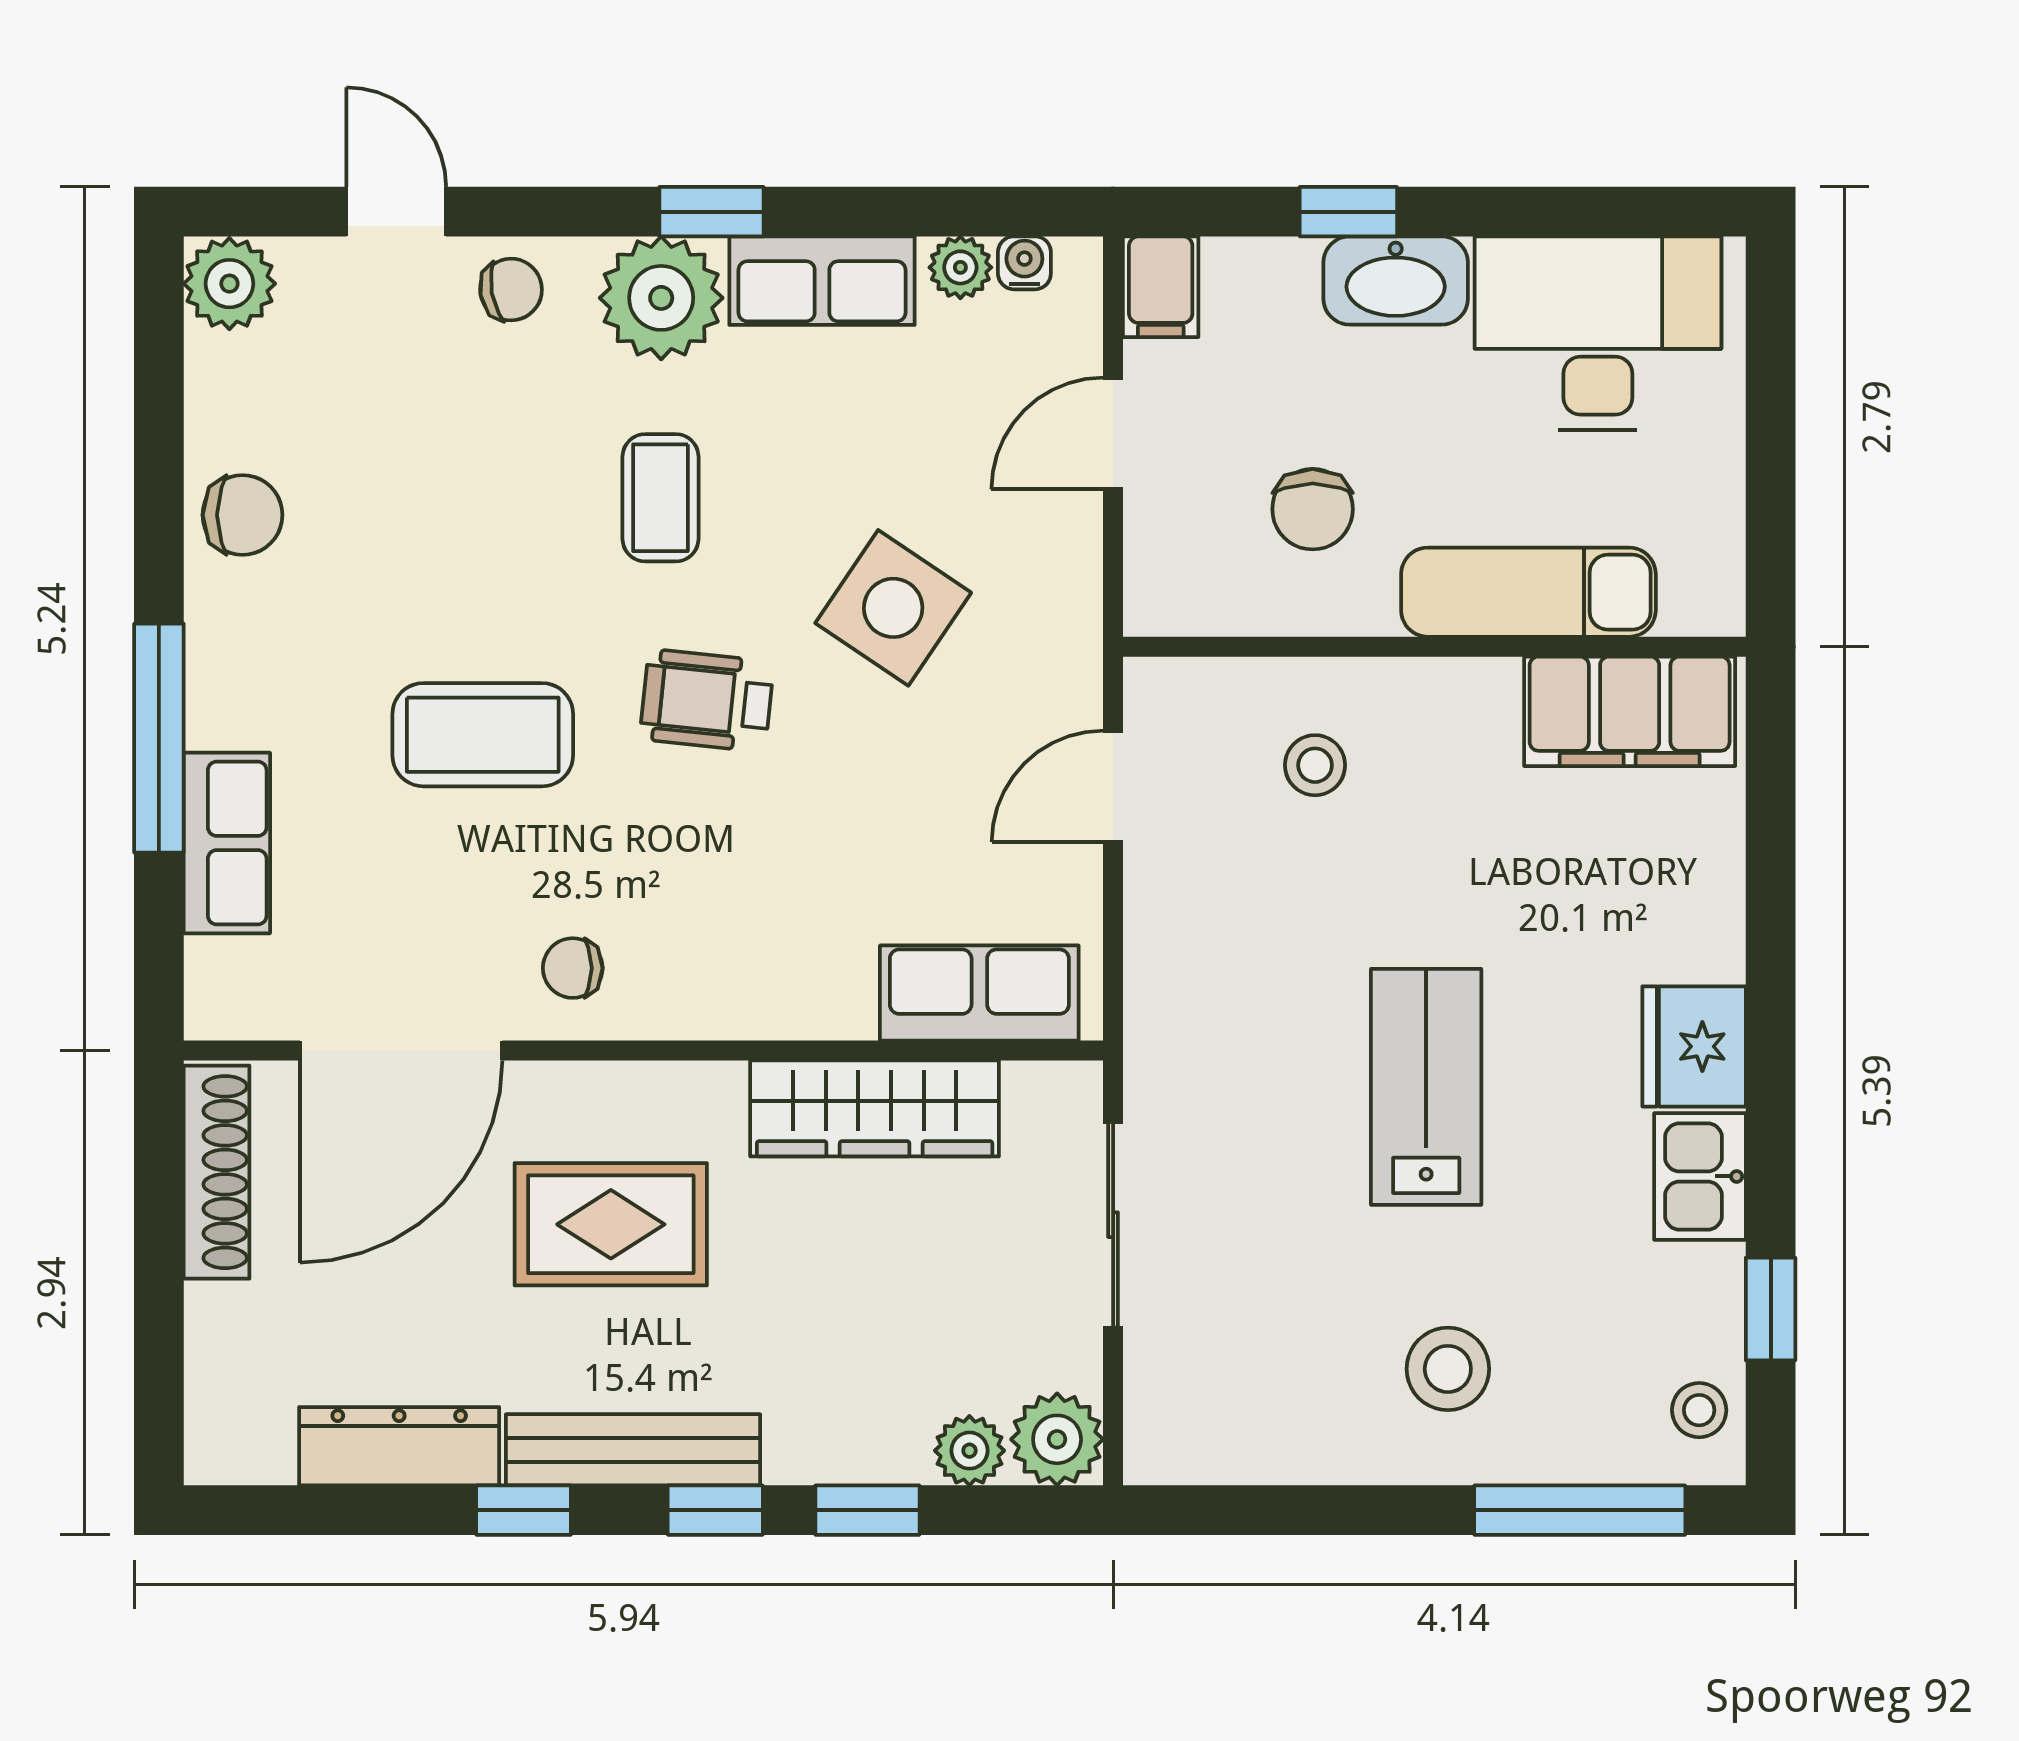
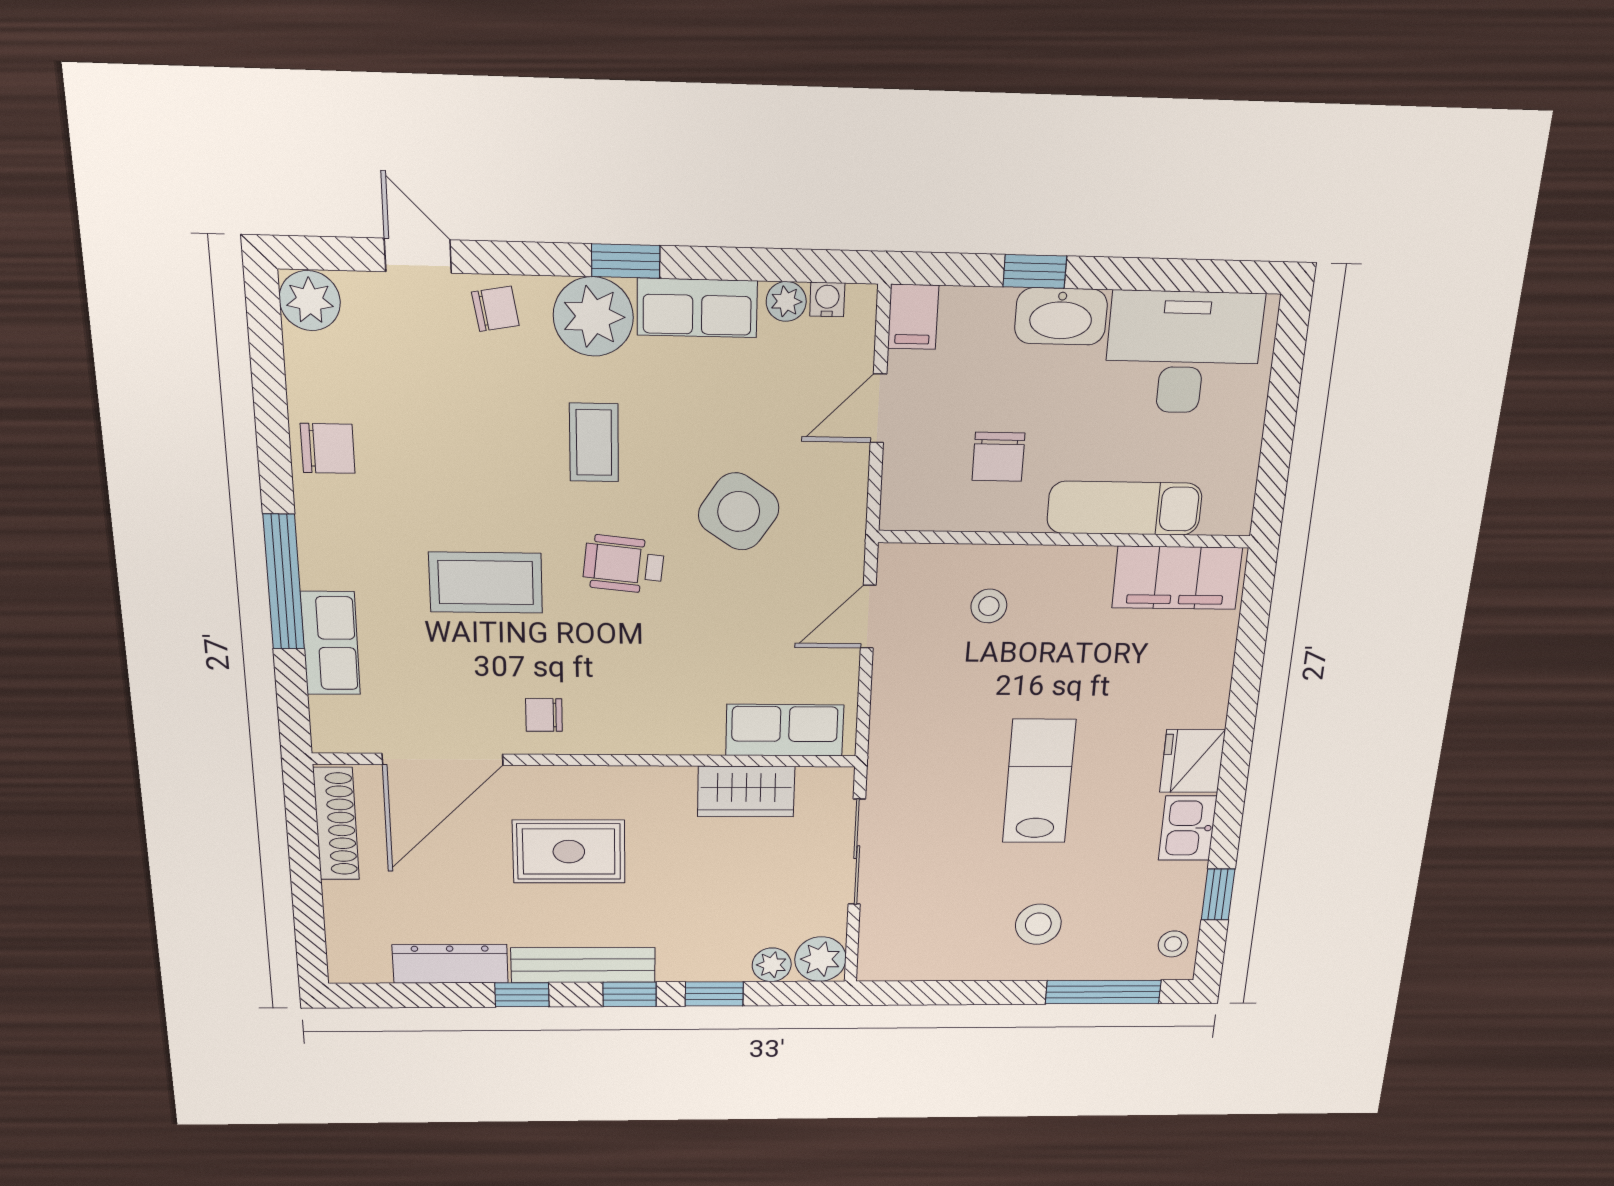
wardrobe: (875, 1108) -> (746, 792), width x0.67

